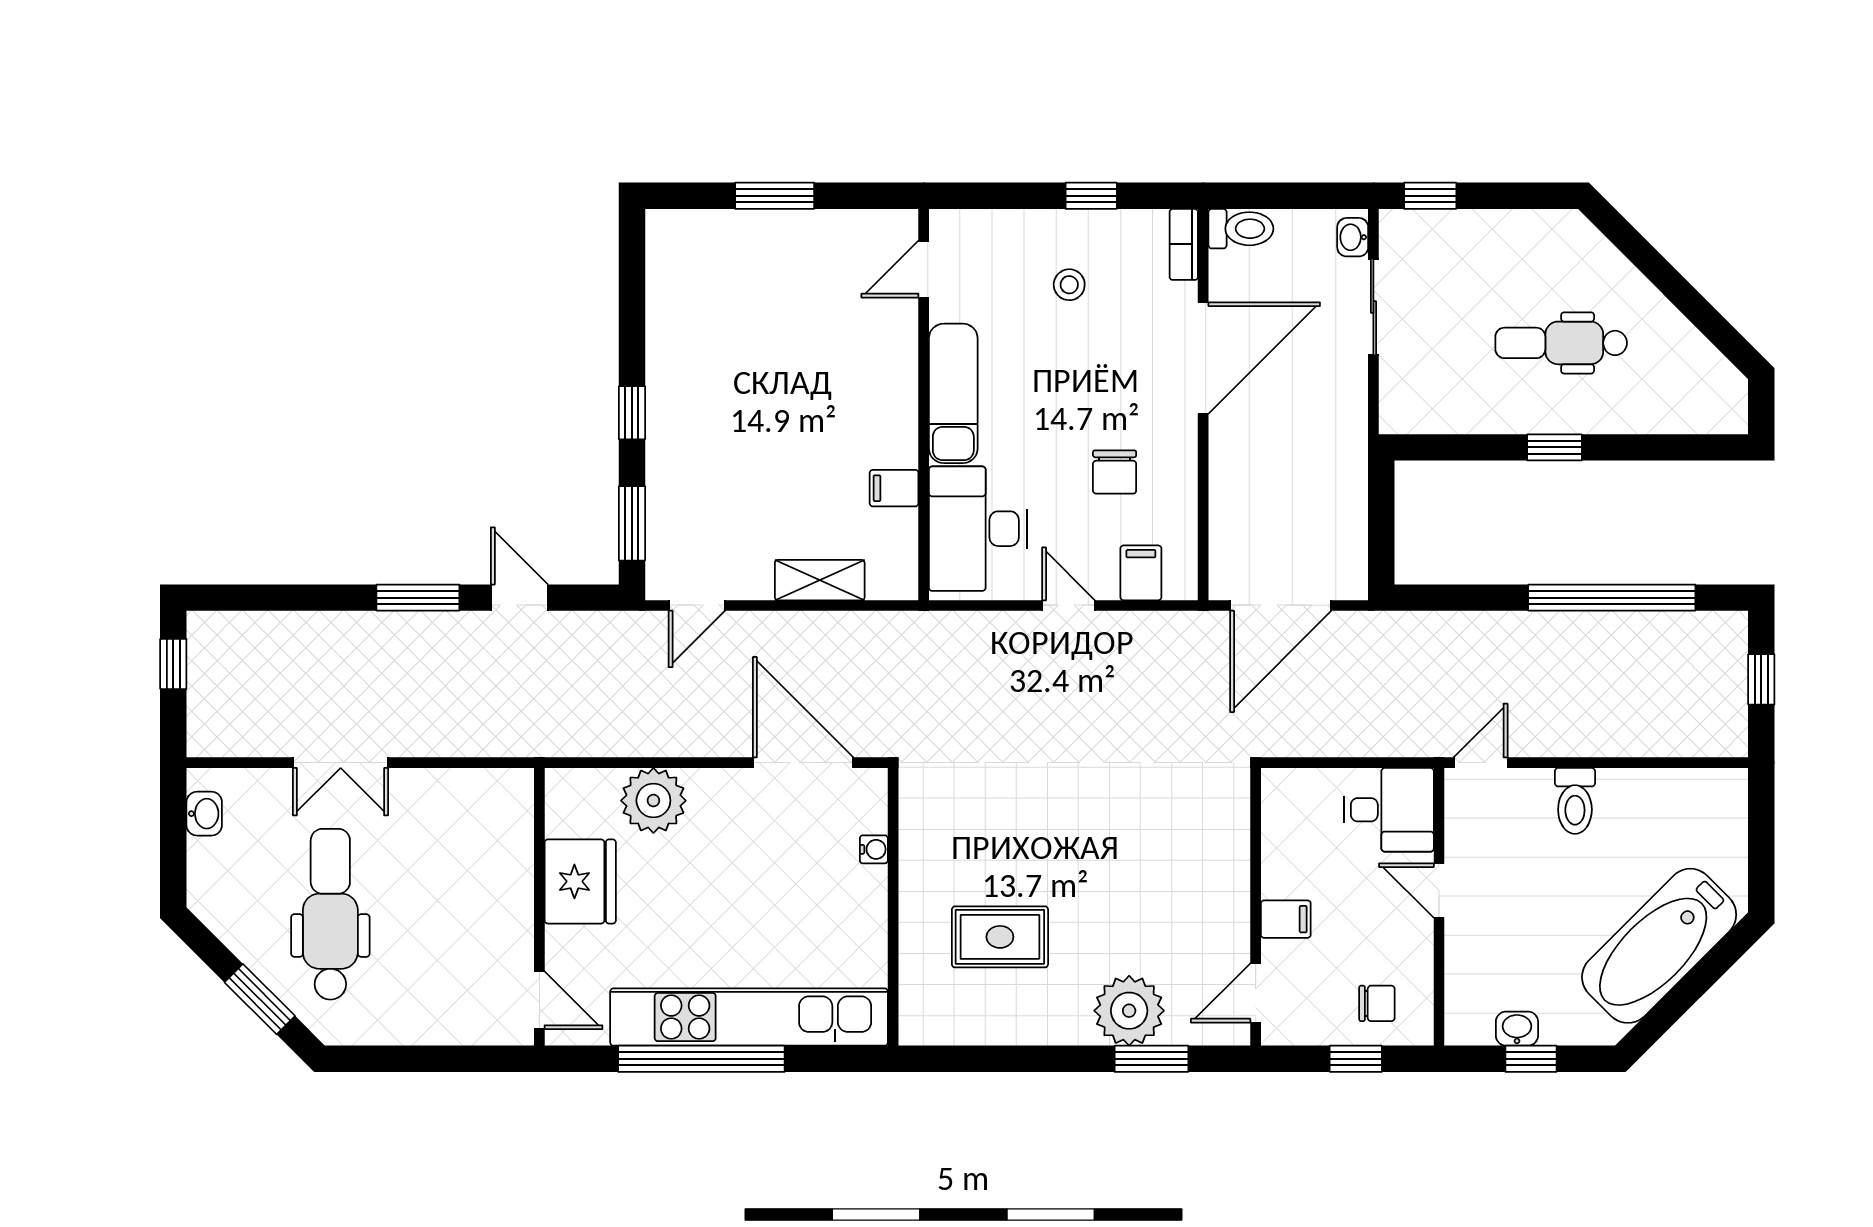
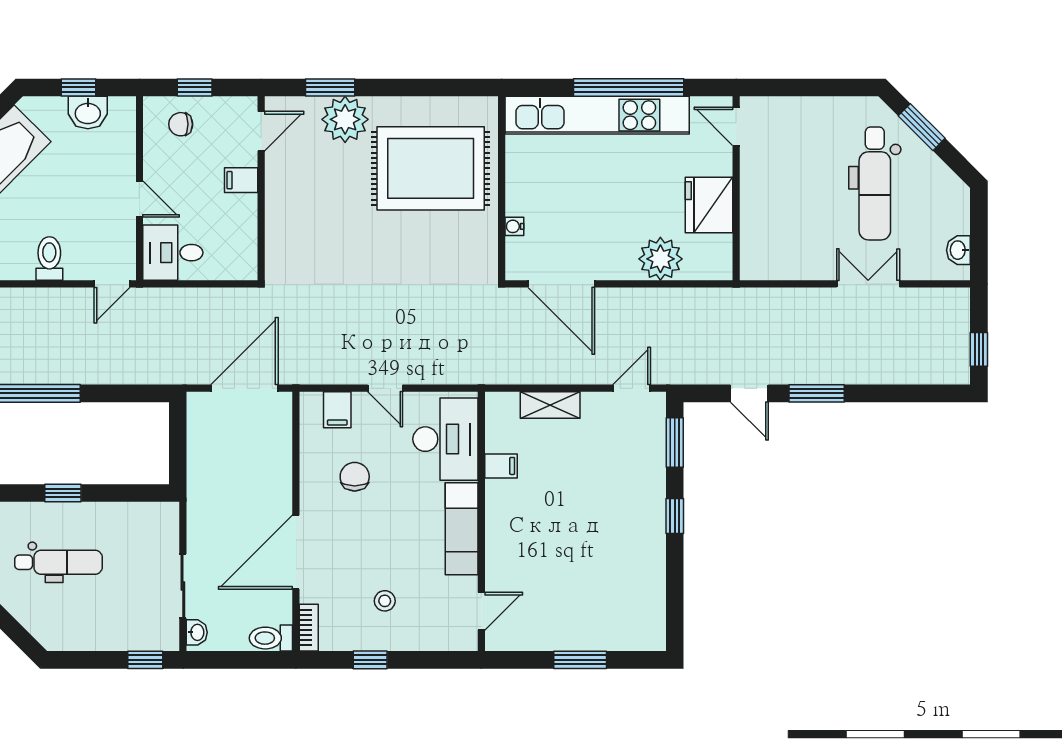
rug: (1000, 937) -> (431, 168), width x1.86, depth x2.06
washbasin: (1517, 1029) -> (88, 113), width x1.38, depth x1.45

